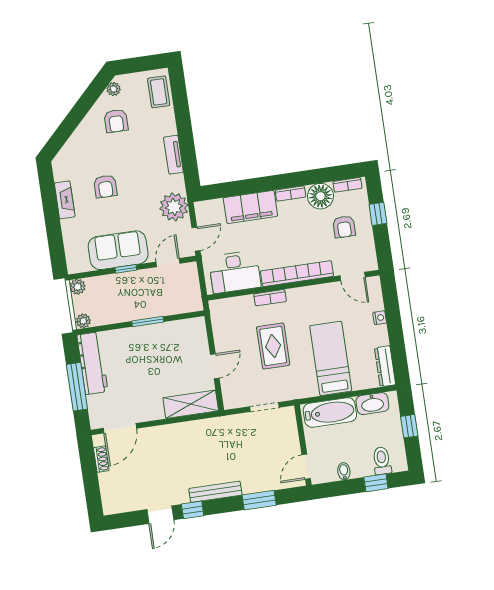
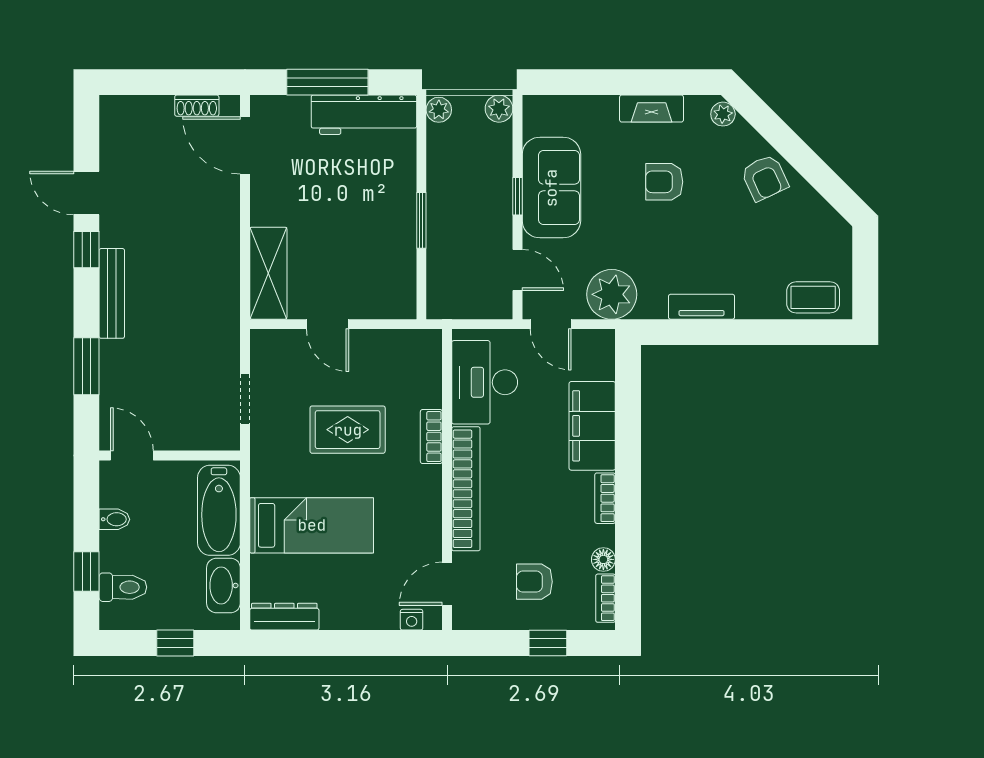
plant: (114, 89) -> (723, 114), moved
armchair: (116, 121) -> (765, 178), moved, turned -115
floor lamp: (321, 196) -> (603, 559), width x0.53, depth x0.53
nightstand: (380, 318) -> (412, 620), moved

